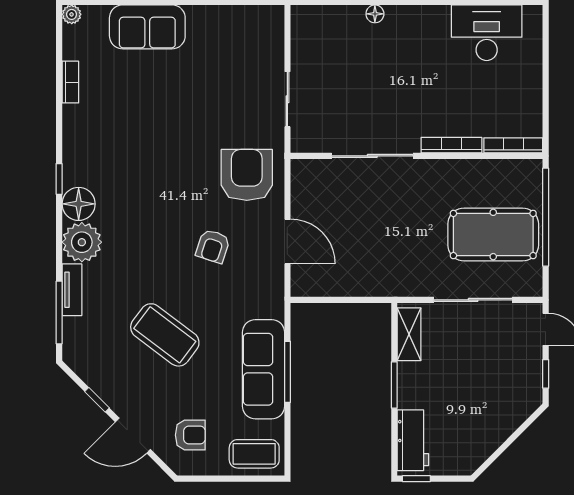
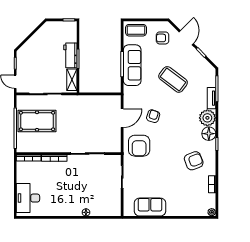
sofa: (147, 27) -> (150, 207), moved
desk: (487, 33) -> (28, 198), moved, turned 90
armchair: (115, 139) -> (194, 161), added
door: (287, 241) -> (122, 118), swing flipped
door: (133, 436) -> (186, 38), hinge flipped
workbench: (413, 440) -> (70, 55), moved

